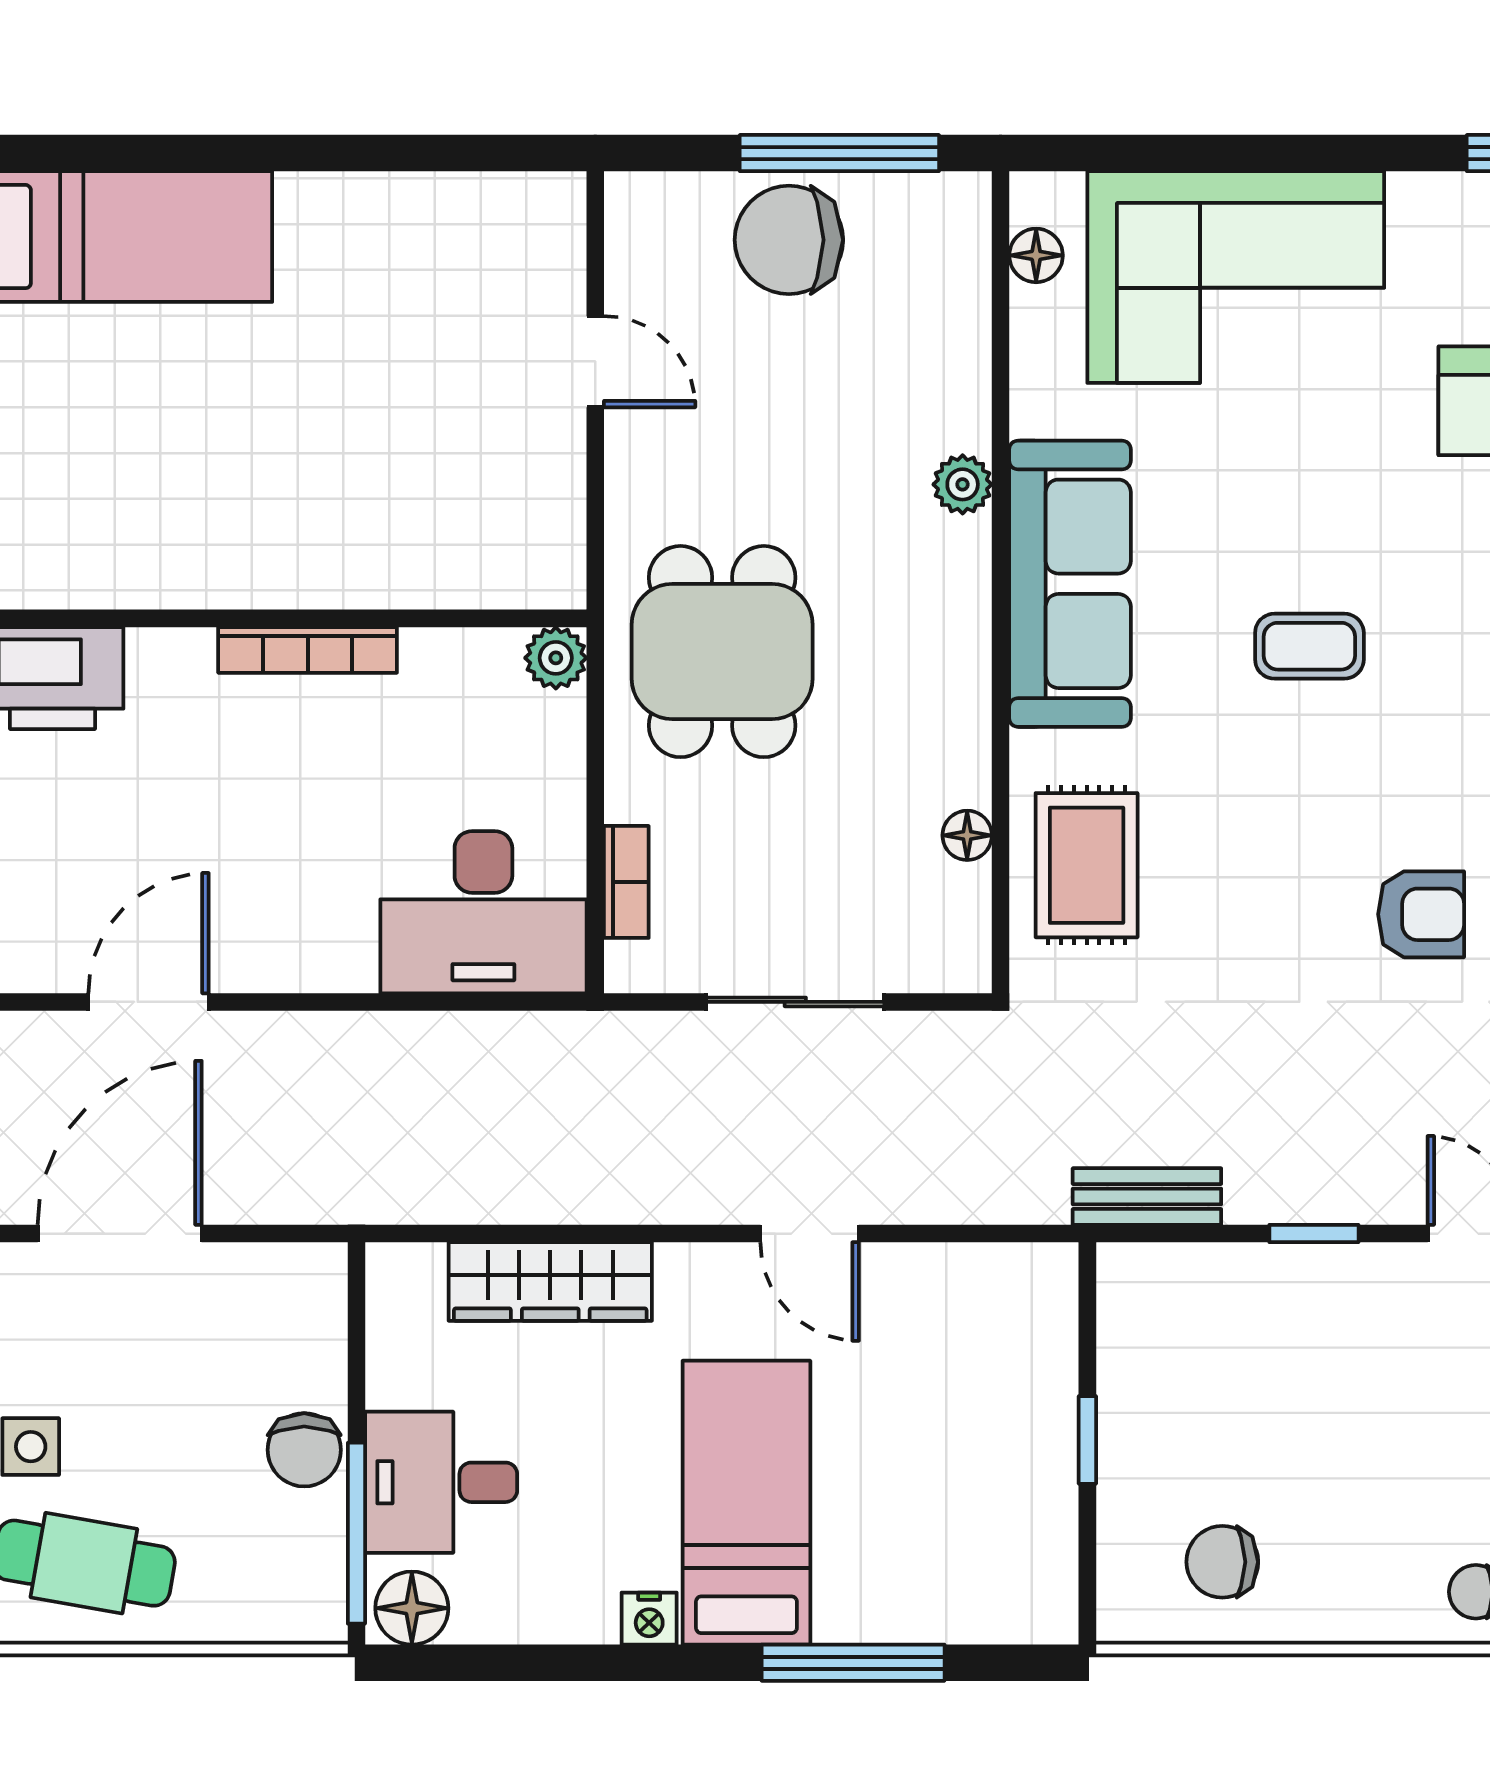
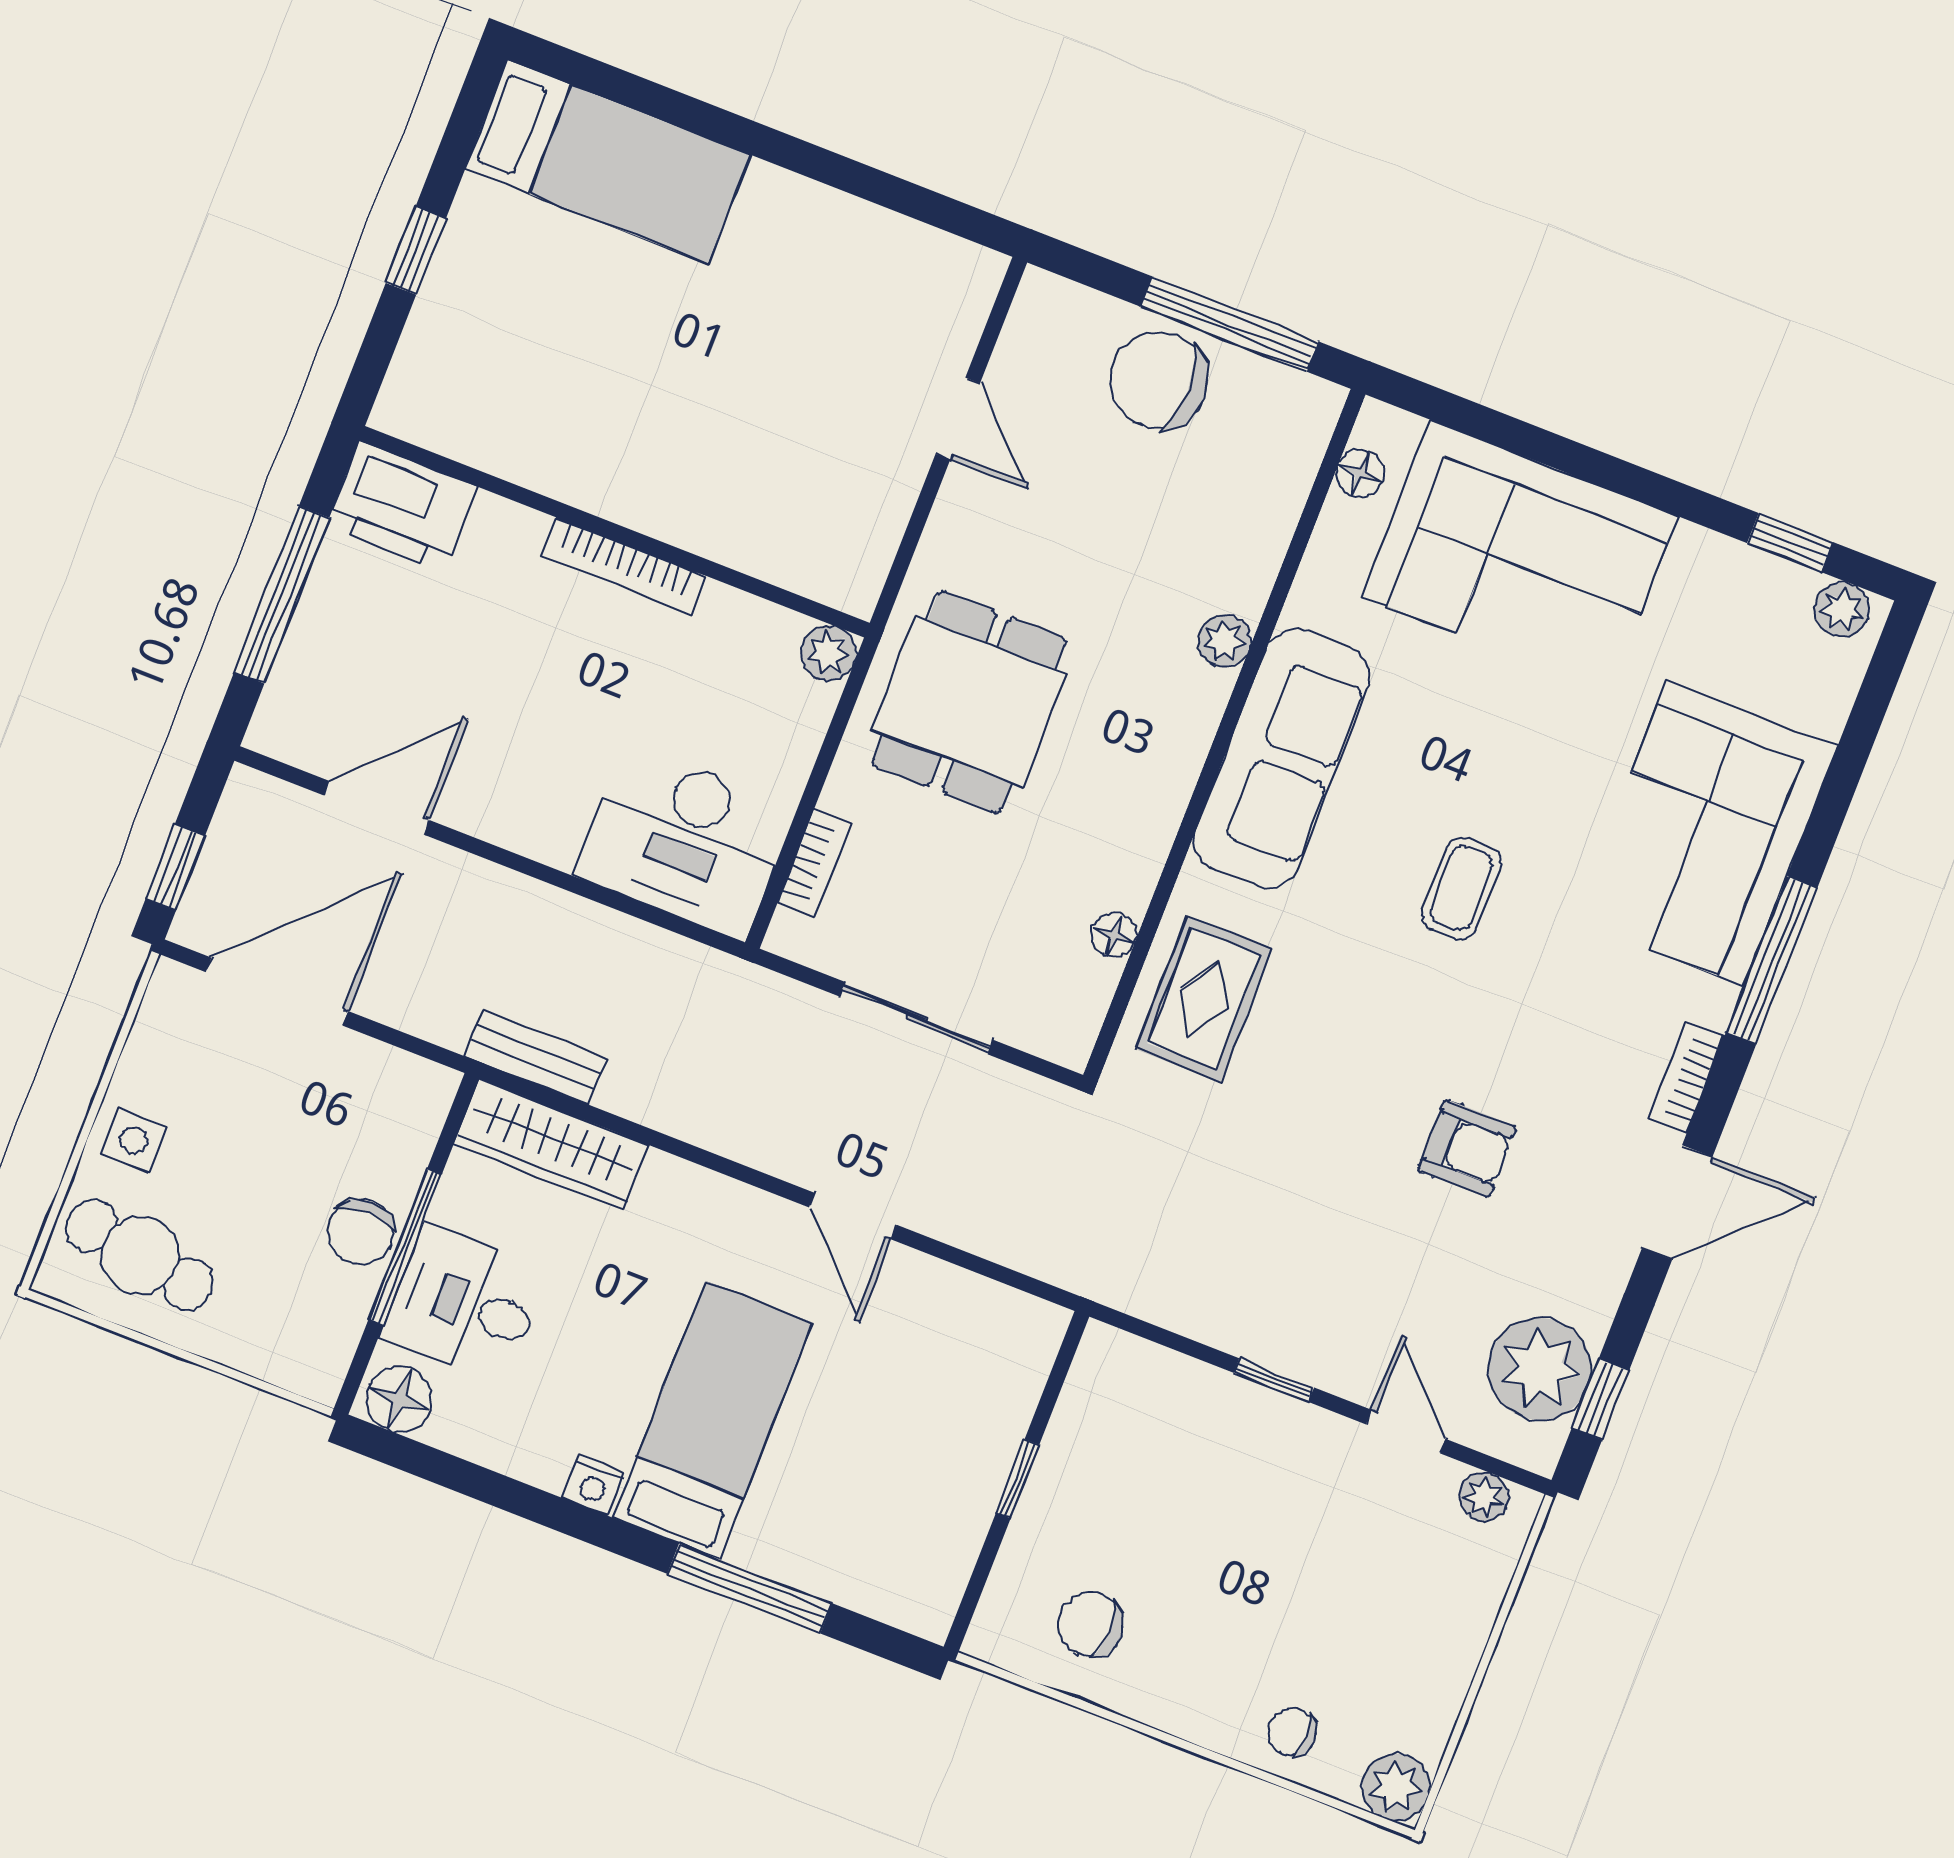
coffee table: (1309, 646) -> (1461, 889), turned 90
bench: (1147, 1197) -> (536, 1057), moved
wardrobe: (550, 1282) -> (551, 1145), moved
window: (356, 1533) -> (405, 1247), moved

